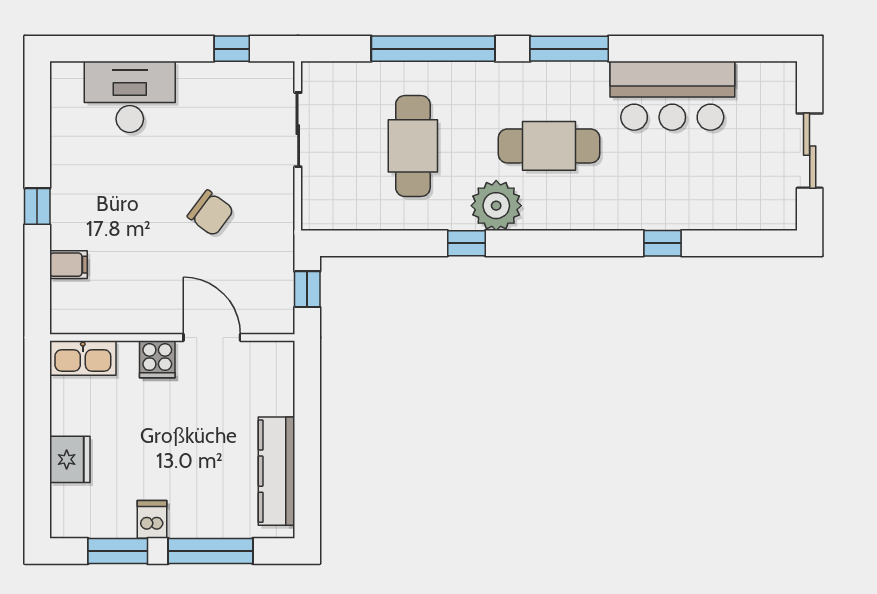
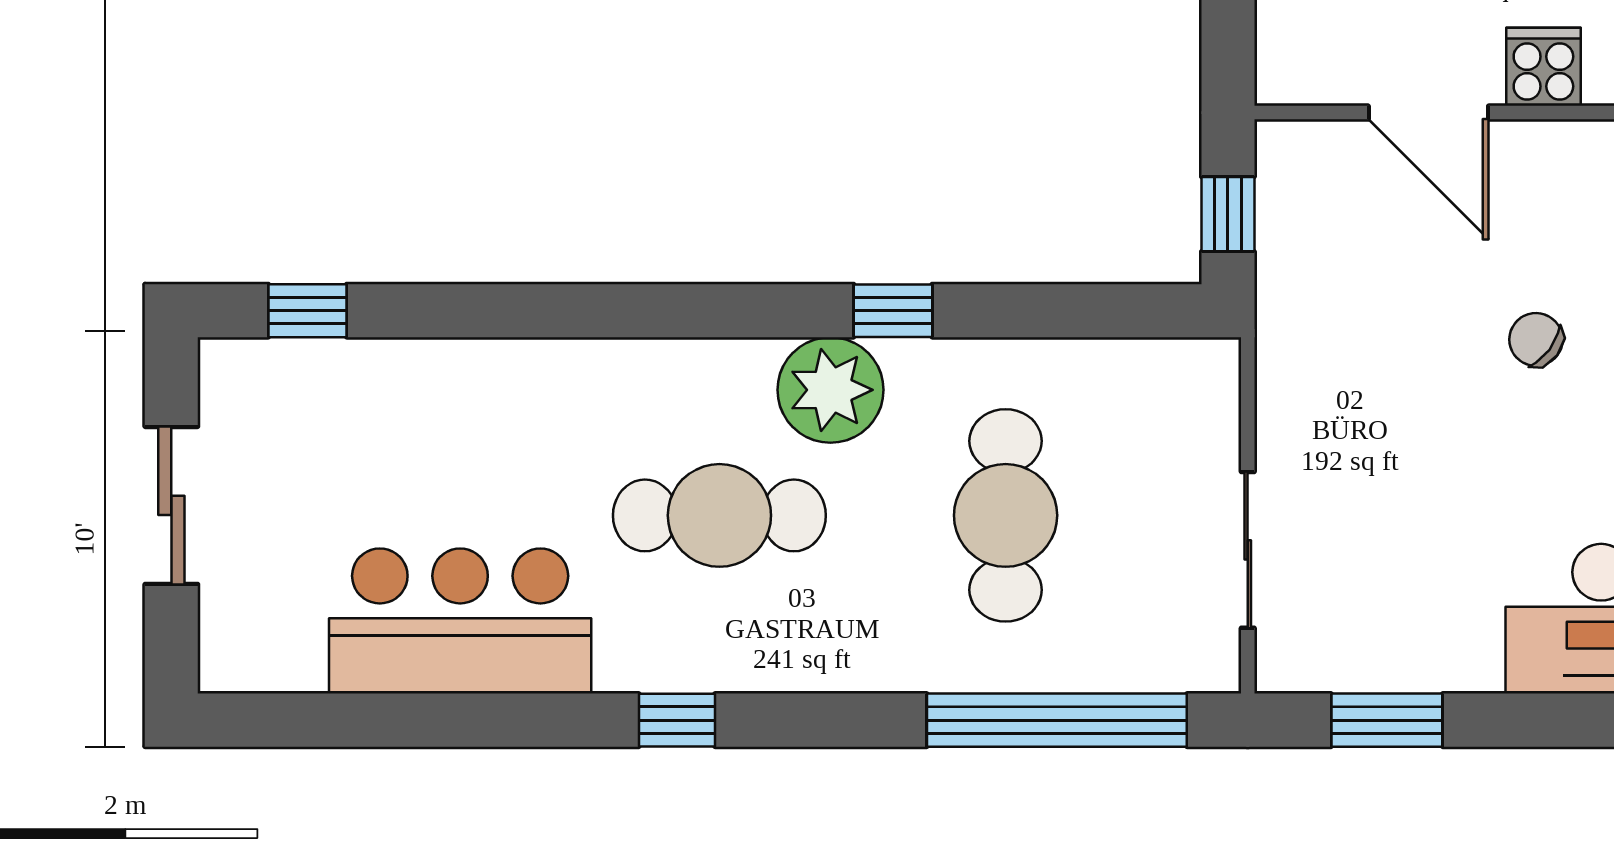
window: (232, 49) -> (1387, 720), width x1.50
window: (433, 49) -> (1057, 720), moved
window: (569, 49) -> (677, 720), width x0.46
chair: (211, 213) -> (1536, 339), moved, width x0.73, depth x0.73
window: (663, 243) -> (308, 311), moved

